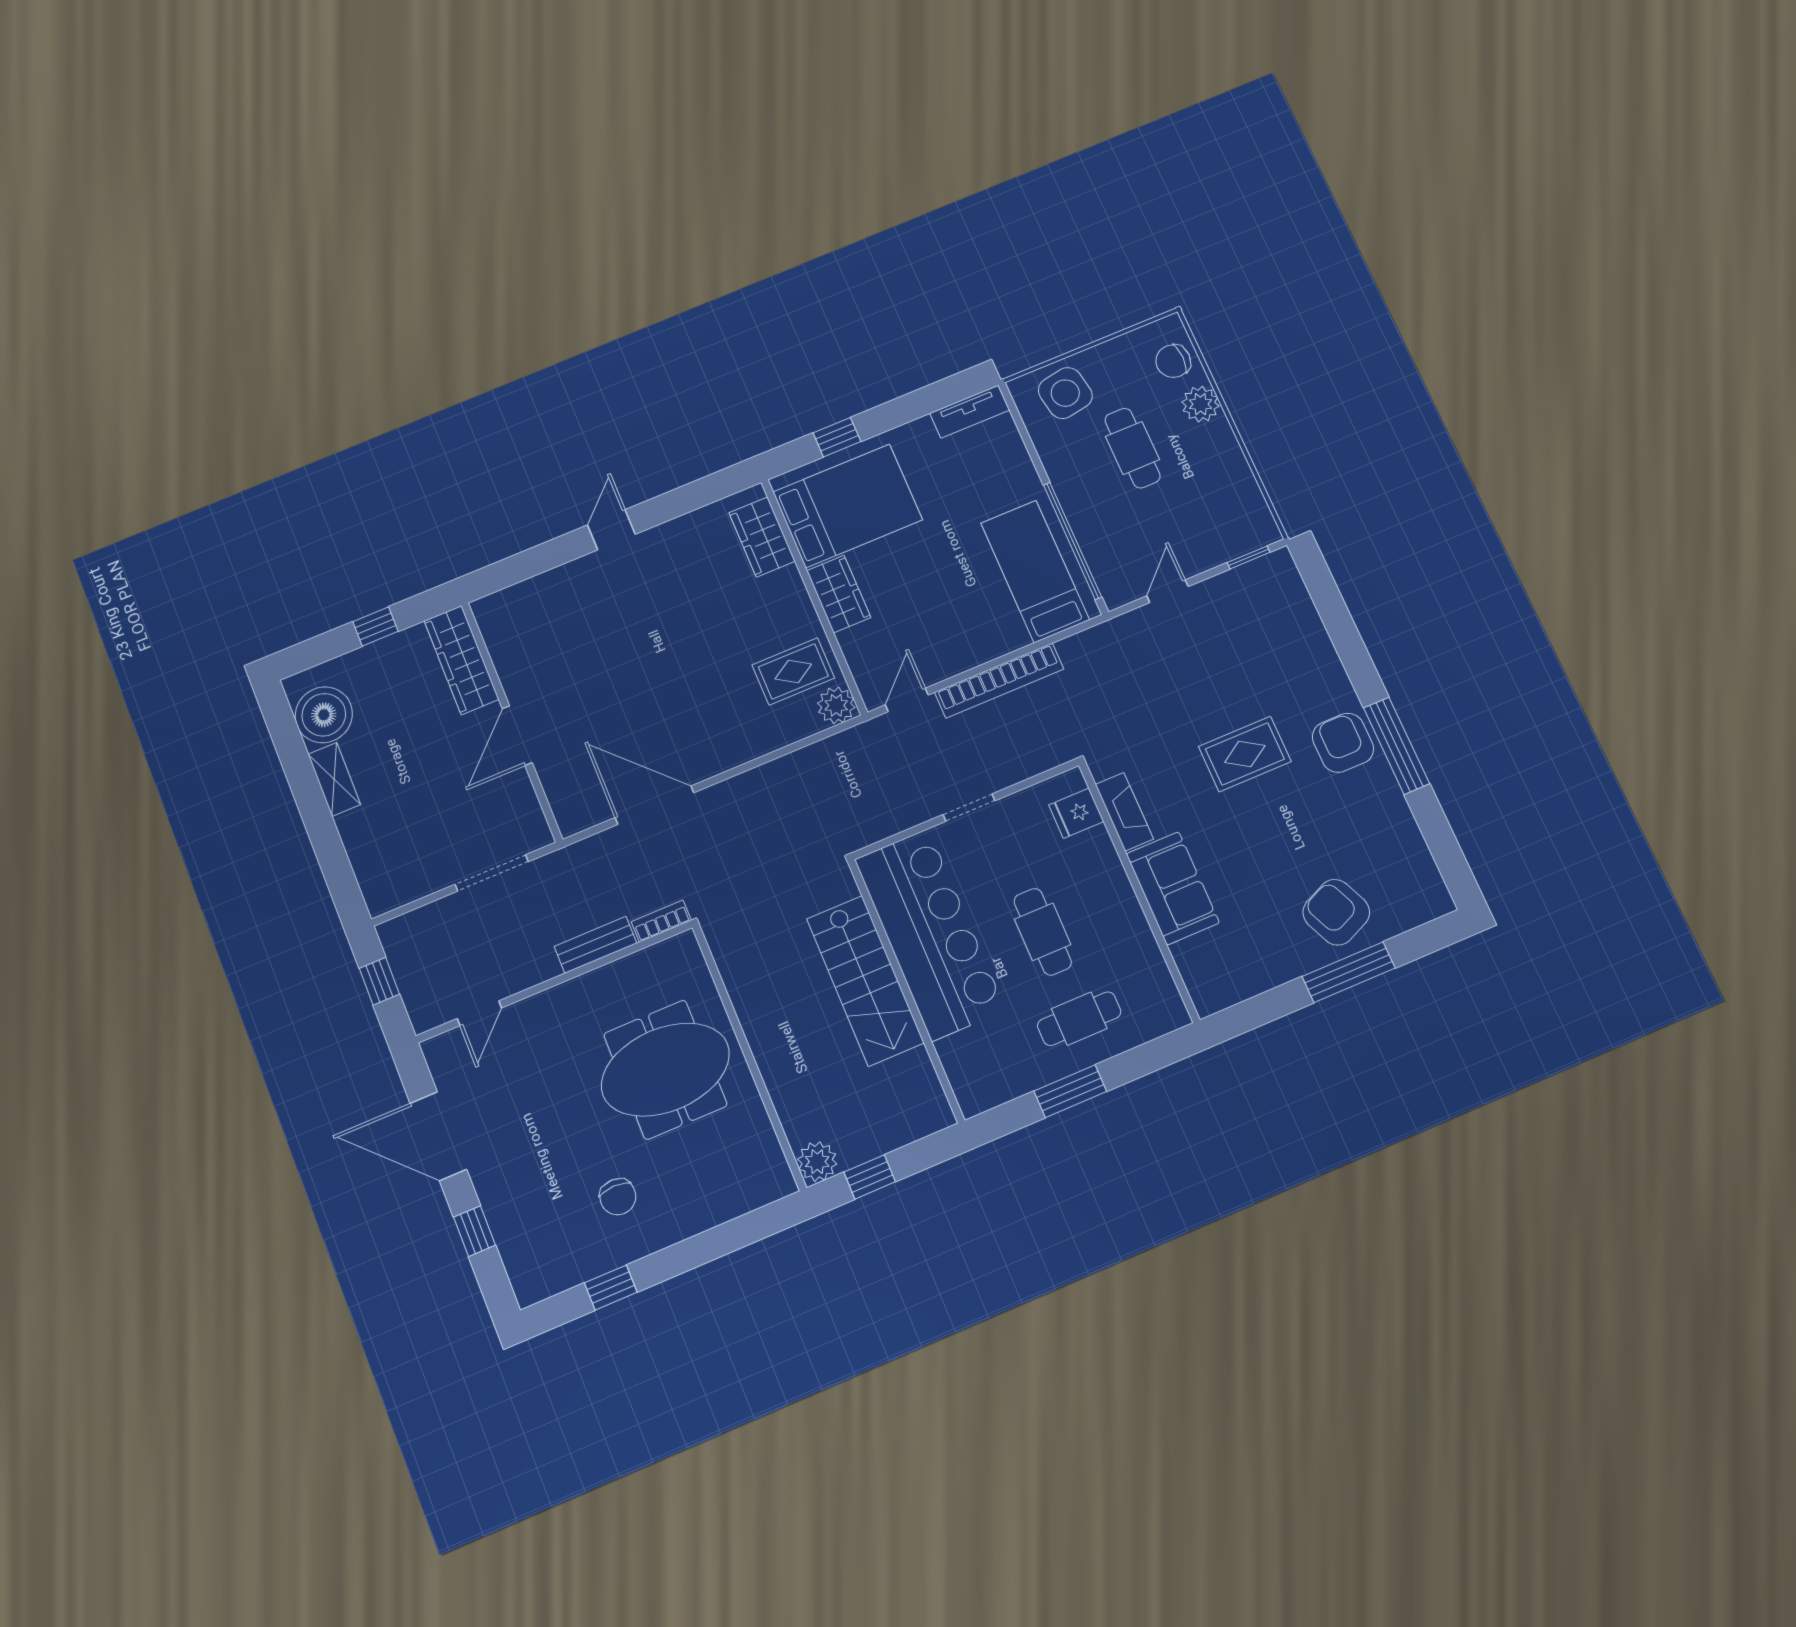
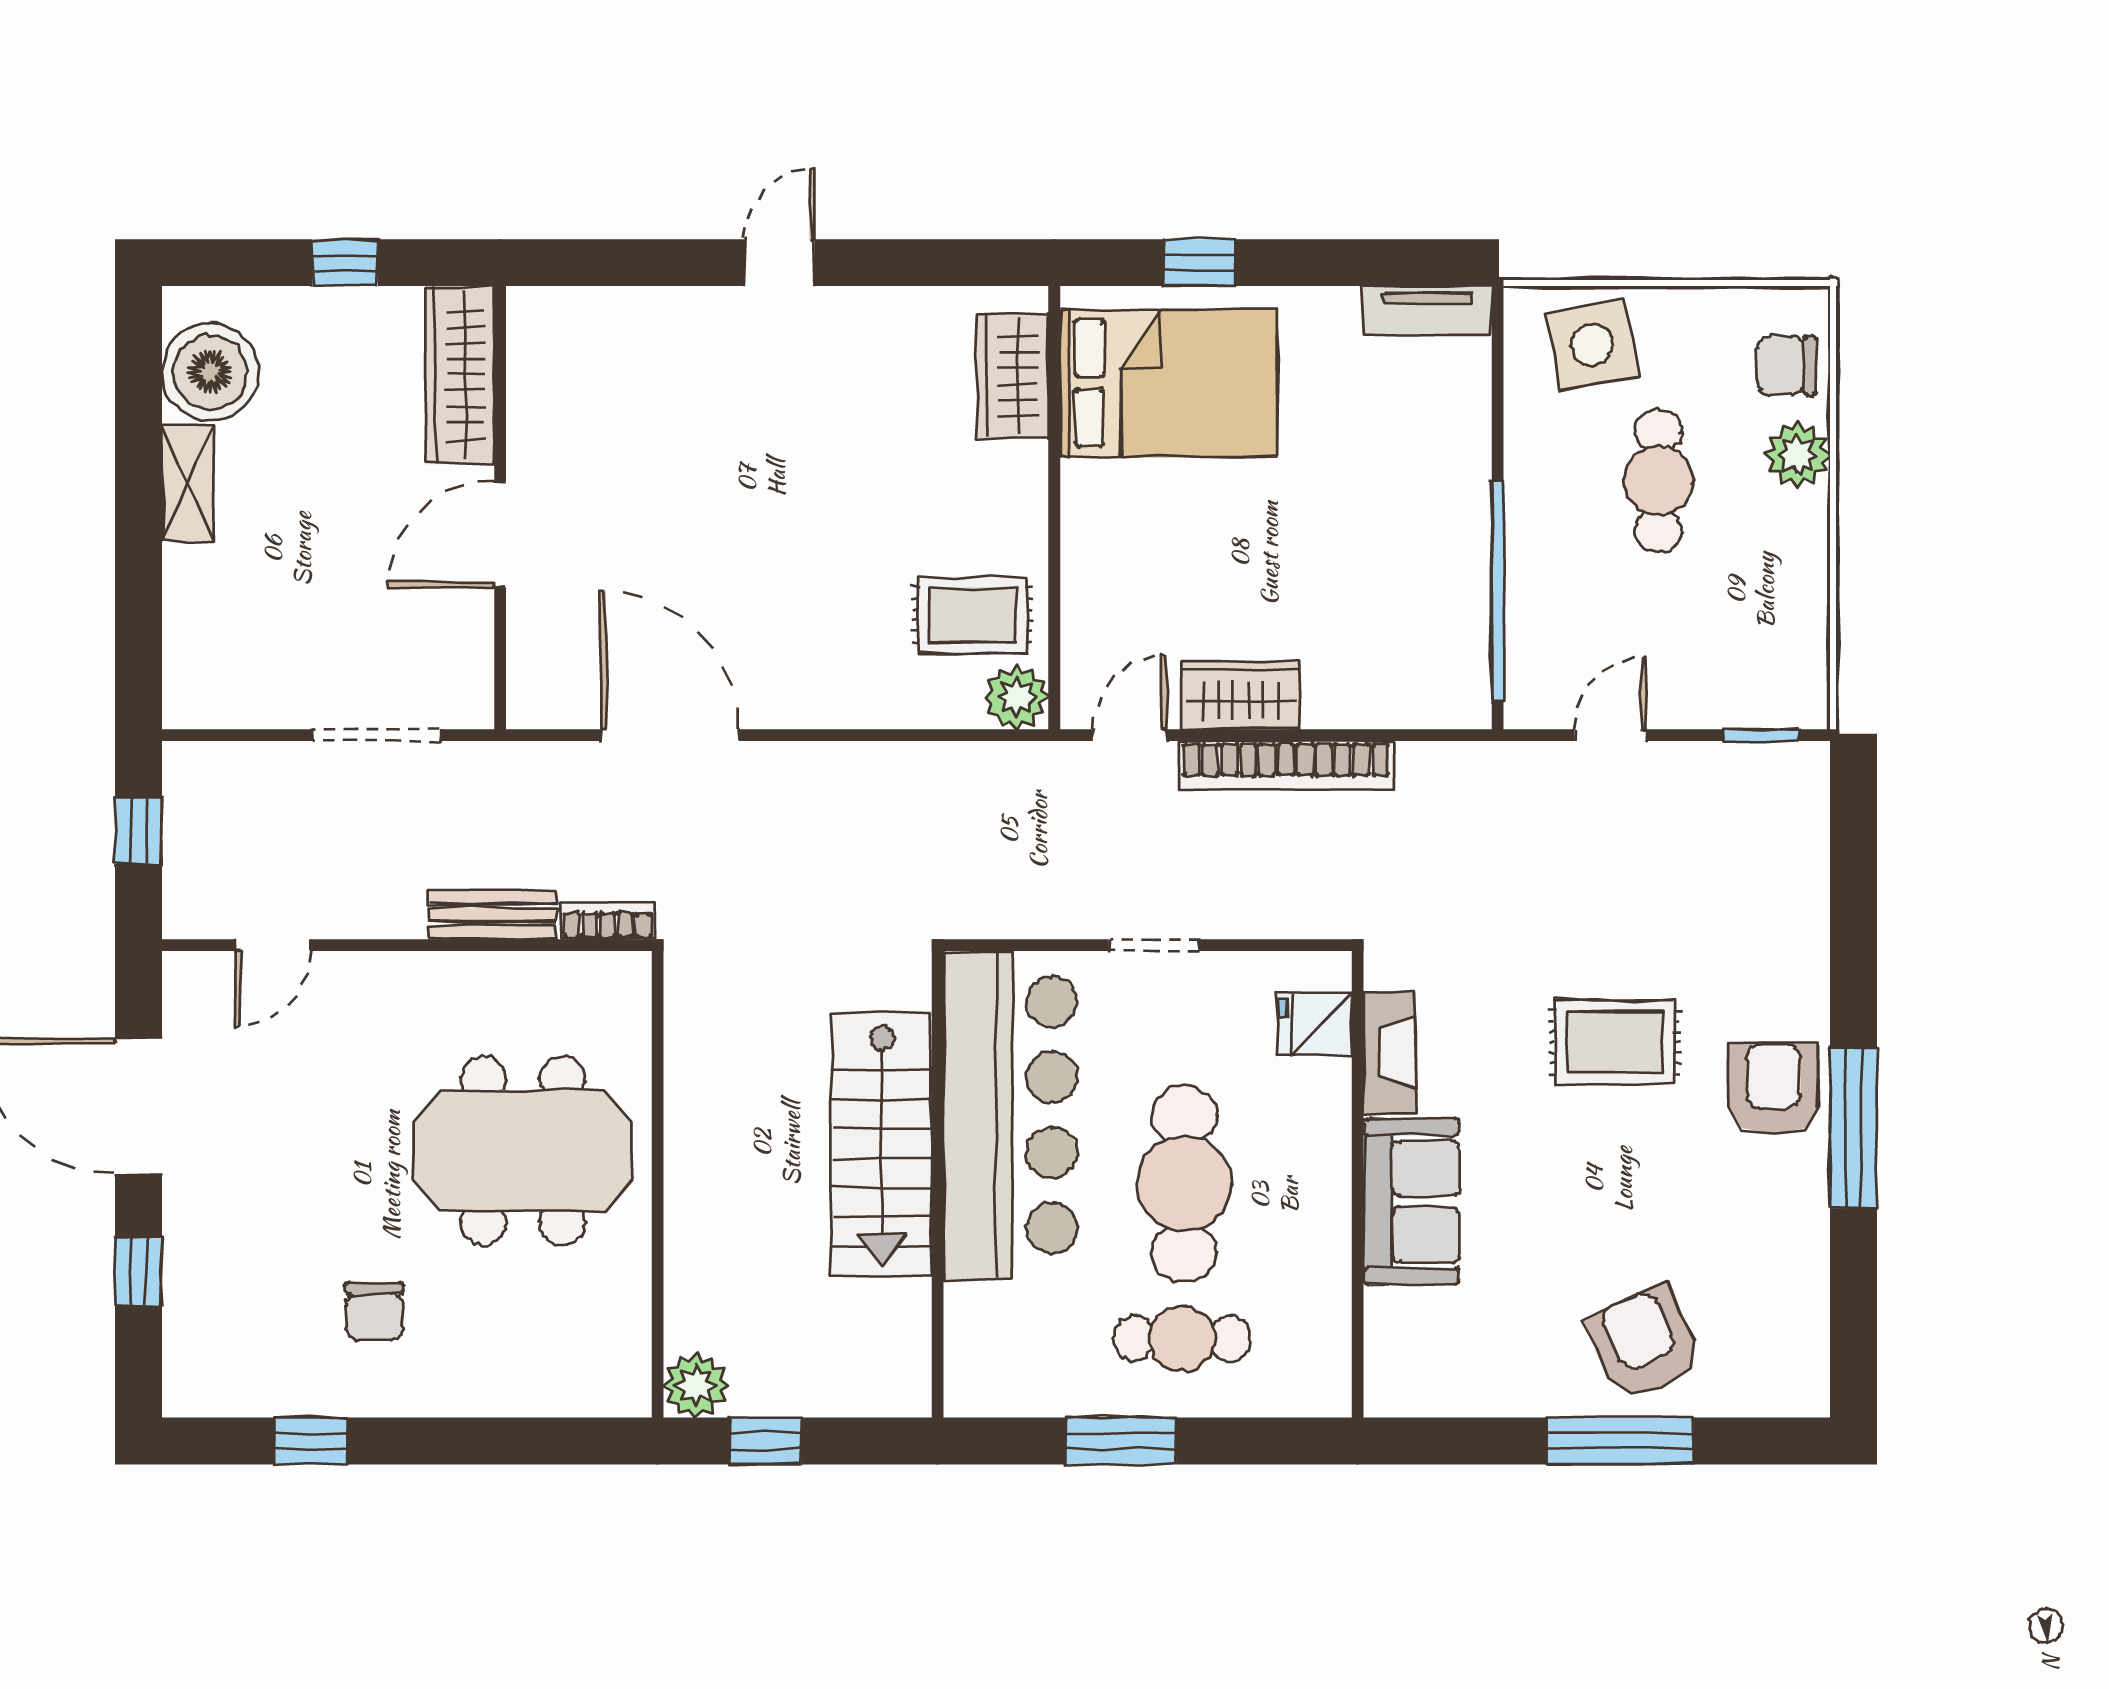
bed: (1035, 571) -> (1418, 615), removed
wardrobe: (839, 594) -> (1241, 695), moved, turned -90
cafe table: (1043, 932) -> (1184, 1184), width x1.37, depth x1.35

